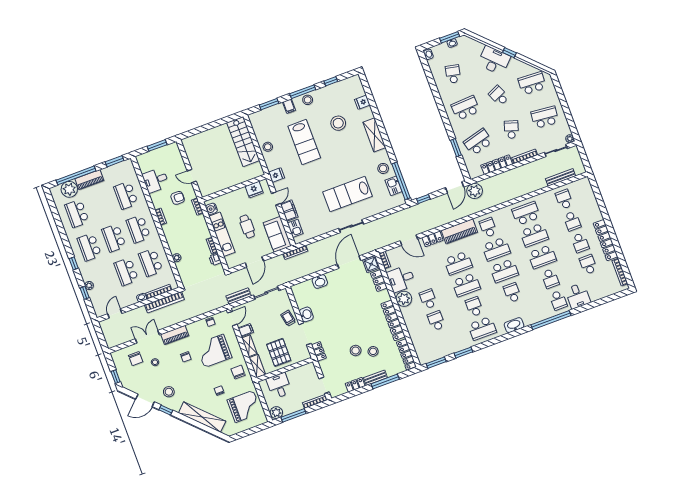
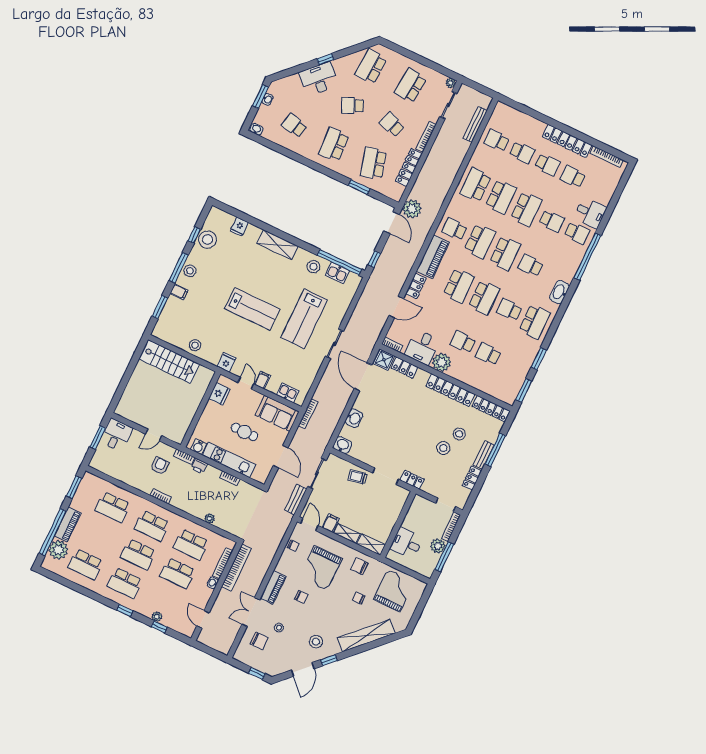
stool: (338, 123) -> (207, 240), moved
lab bench: (304, 142) -> (252, 309), moved
desk: (156, 180) -> (116, 435), moved, turned 180
filing cabinet: (289, 211) -> (262, 380), width x0.50
printer: (215, 259) -> (199, 466), moved
washbasin: (306, 314) -> (342, 445), moved
pallet: (279, 352) -> (378, 515), removed
plant: (276, 413) -> (438, 546), moved

